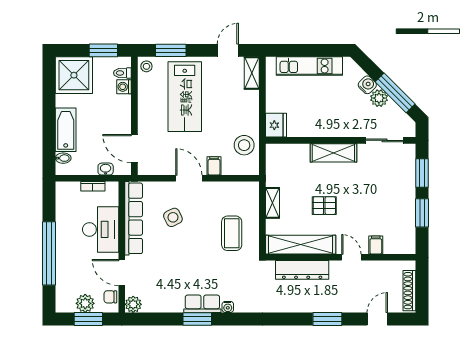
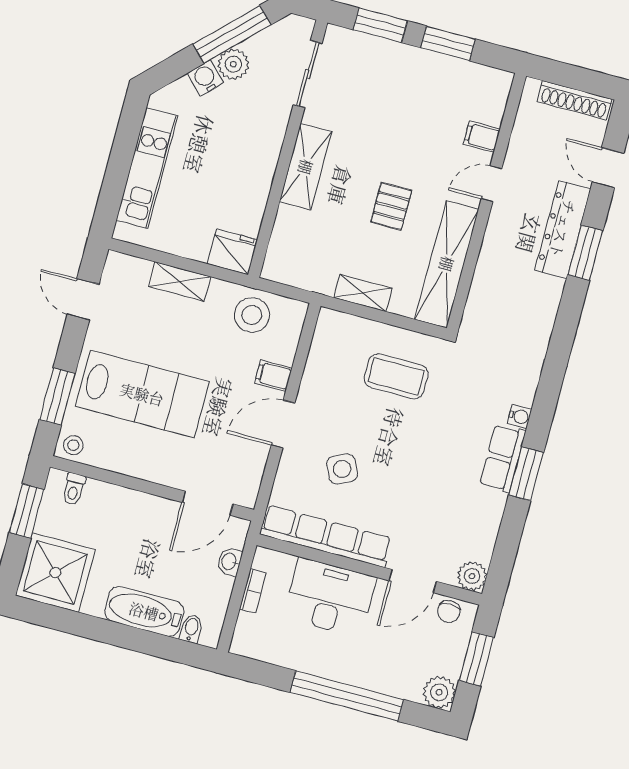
shelving: (252, 73) -> (179, 281), moved
washing machine: (124, 87) -> (98, 492), removed
dresser: (302, 270) -> (563, 229), moved, turned 180
plant: (85, 303) -> (439, 692), moved

